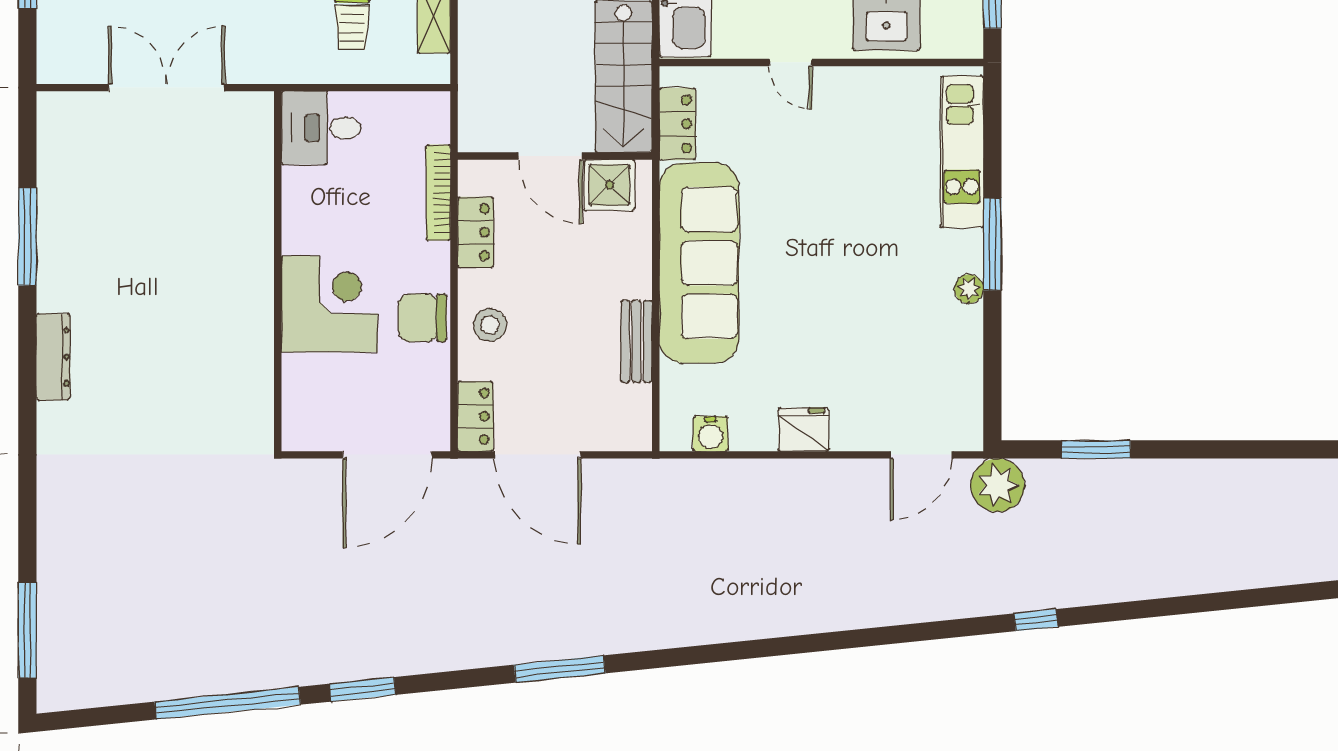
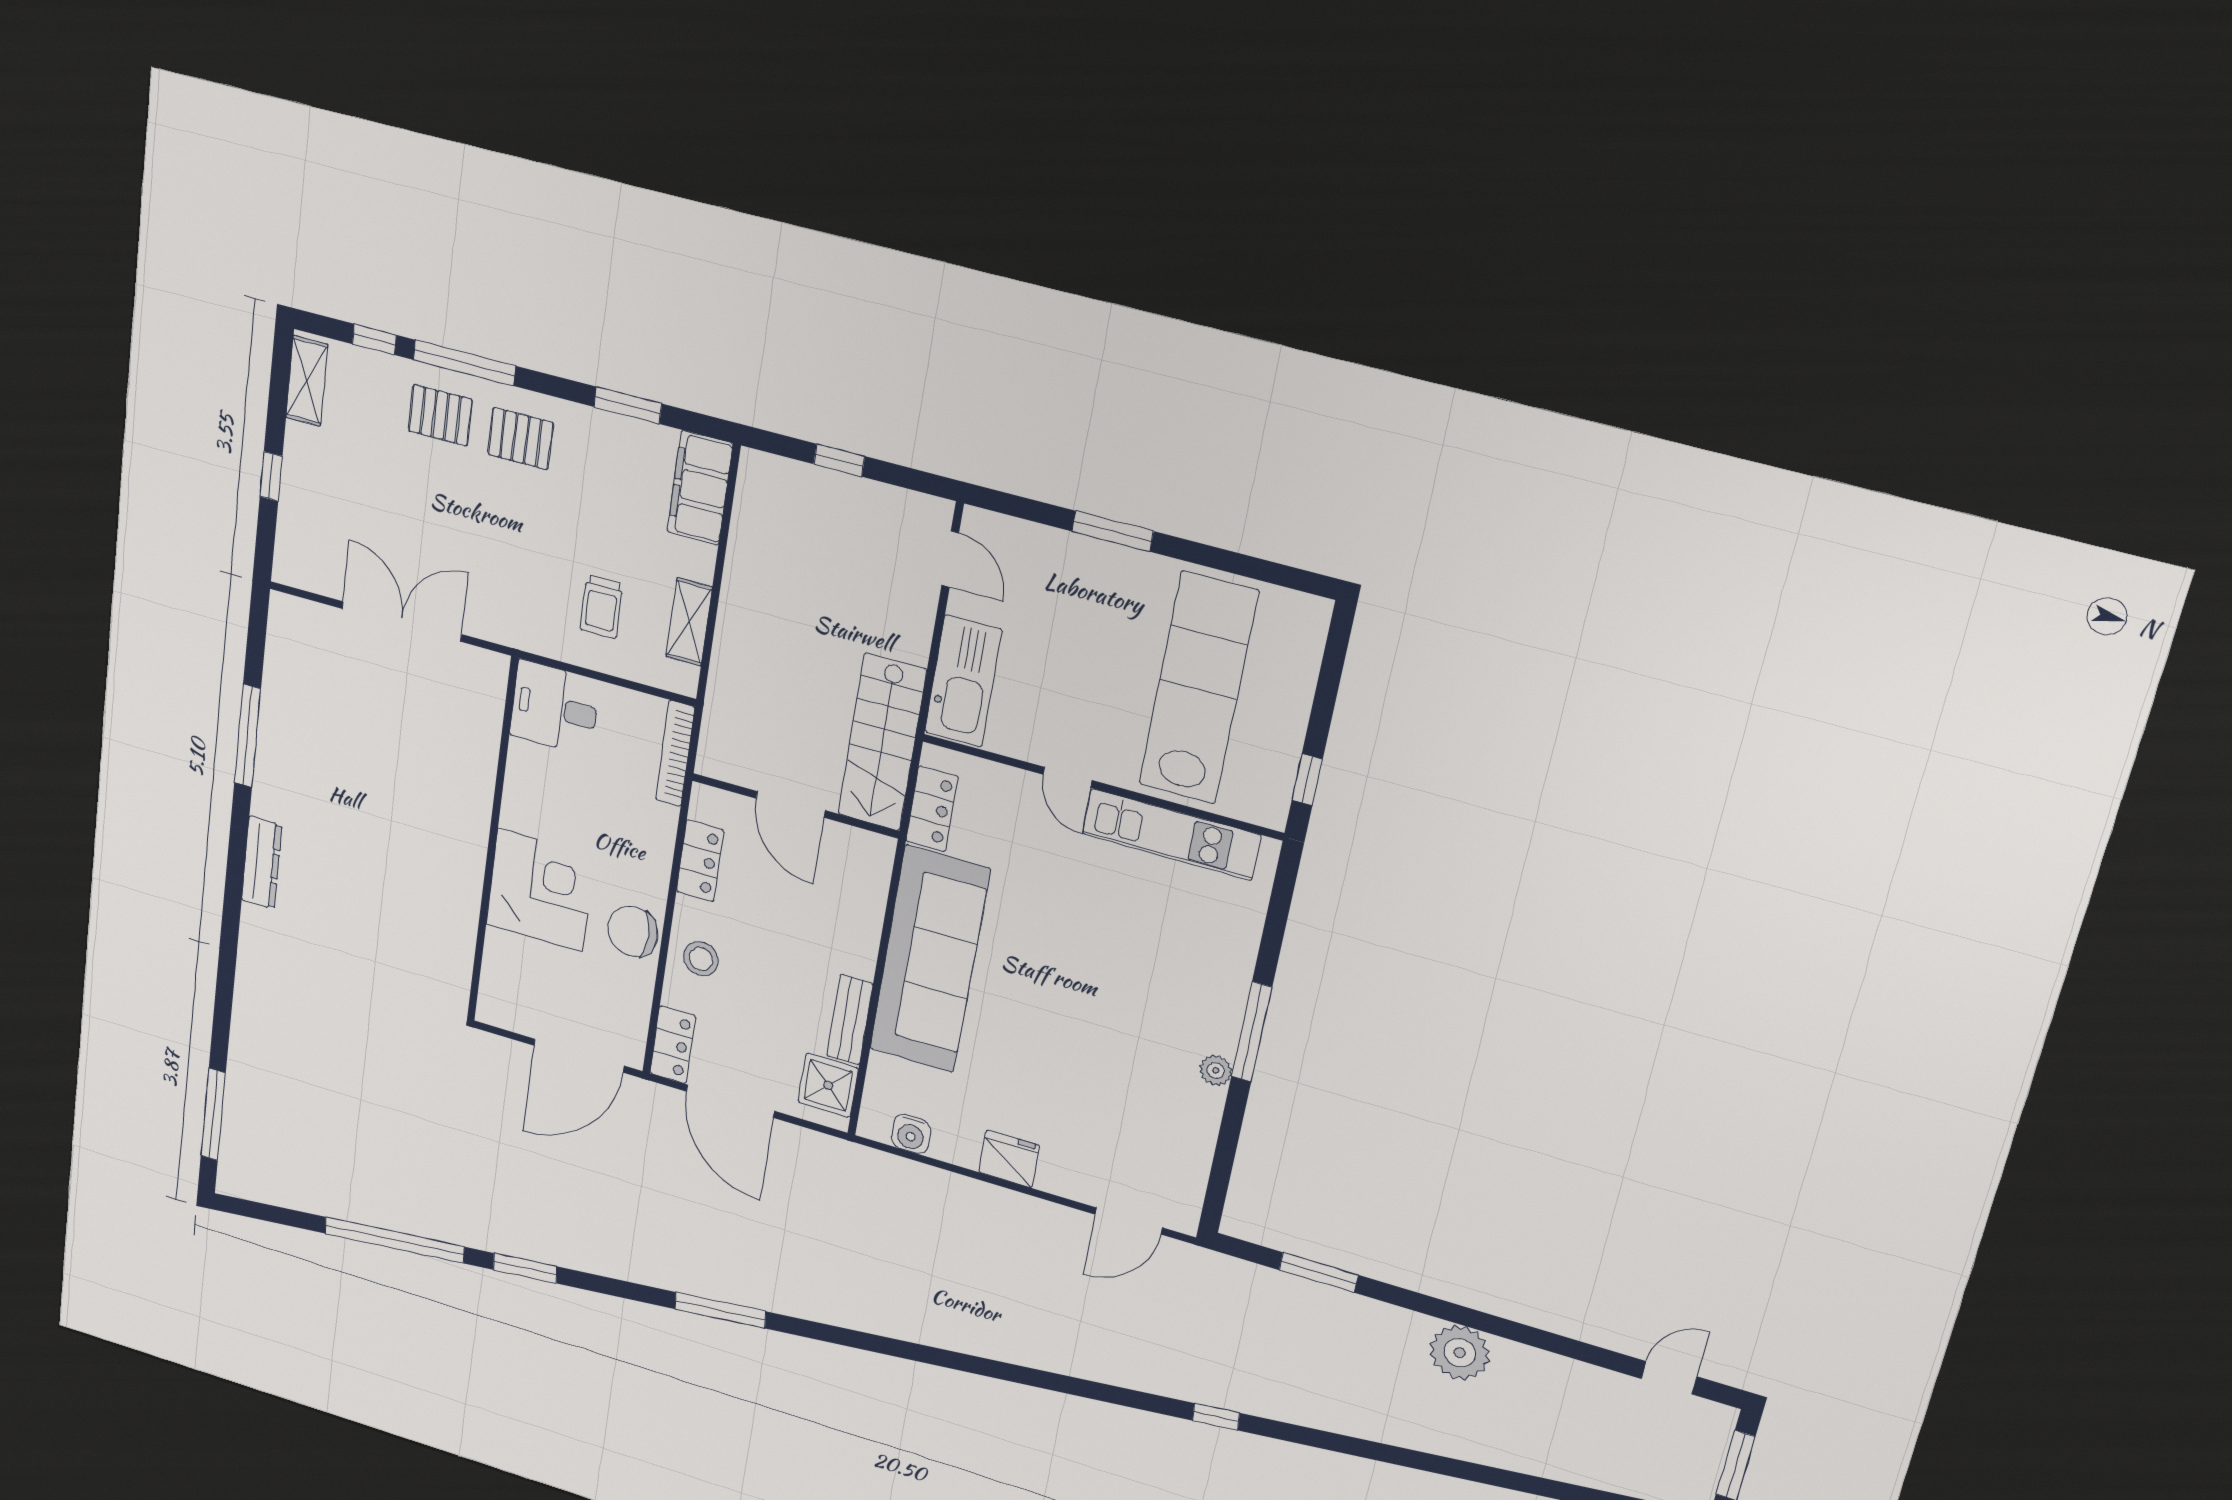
kitchen unit: (962, 152) -> (1171, 834), moved, turned -90
shower: (609, 185) -> (828, 1085), moved
bookcase: (438, 193) -> (675, 753), moved
plant: (998, 485) -> (1460, 1353), moved

